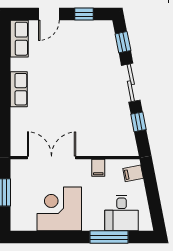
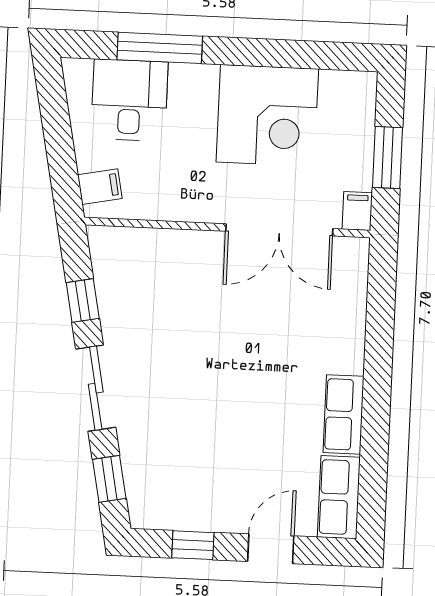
row of seats: (19, 89) -> (344, 414), moved
filing cabinet: (98, 168) -> (357, 211), moved

